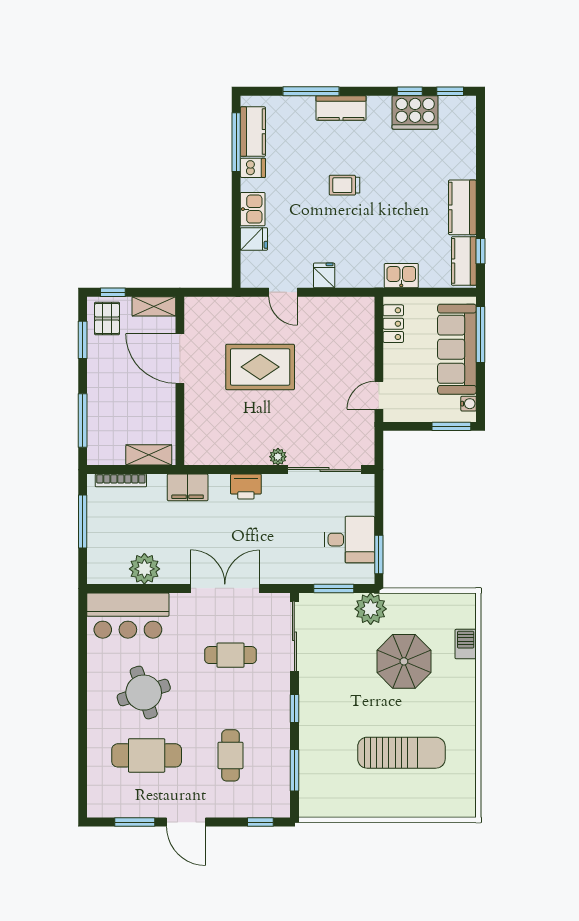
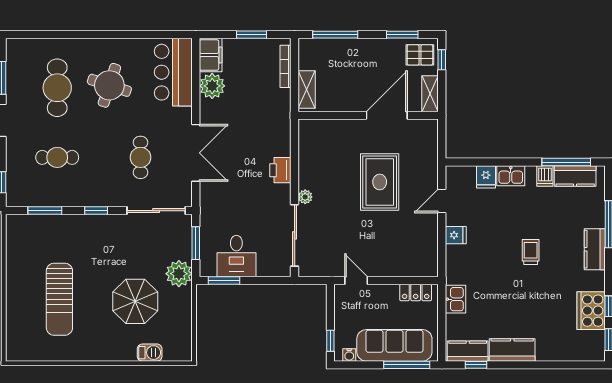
window: (451, 426) -> (330, 341), width x0.67
filing cabinet: (188, 487) -> (211, 55), moved, turned 180
window: (83, 521) -> (251, 35), width x0.69
round table: (144, 693) -> (109, 85), turned 36

